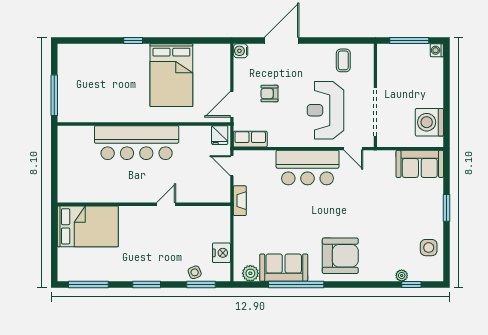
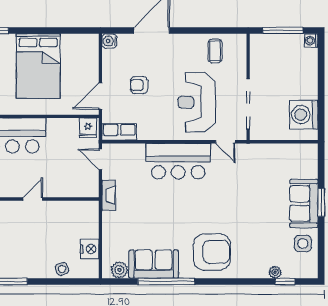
sofa: (420, 164) -> (304, 203), moved, turned 90
window: (201, 285) -> (69, 282), removed

